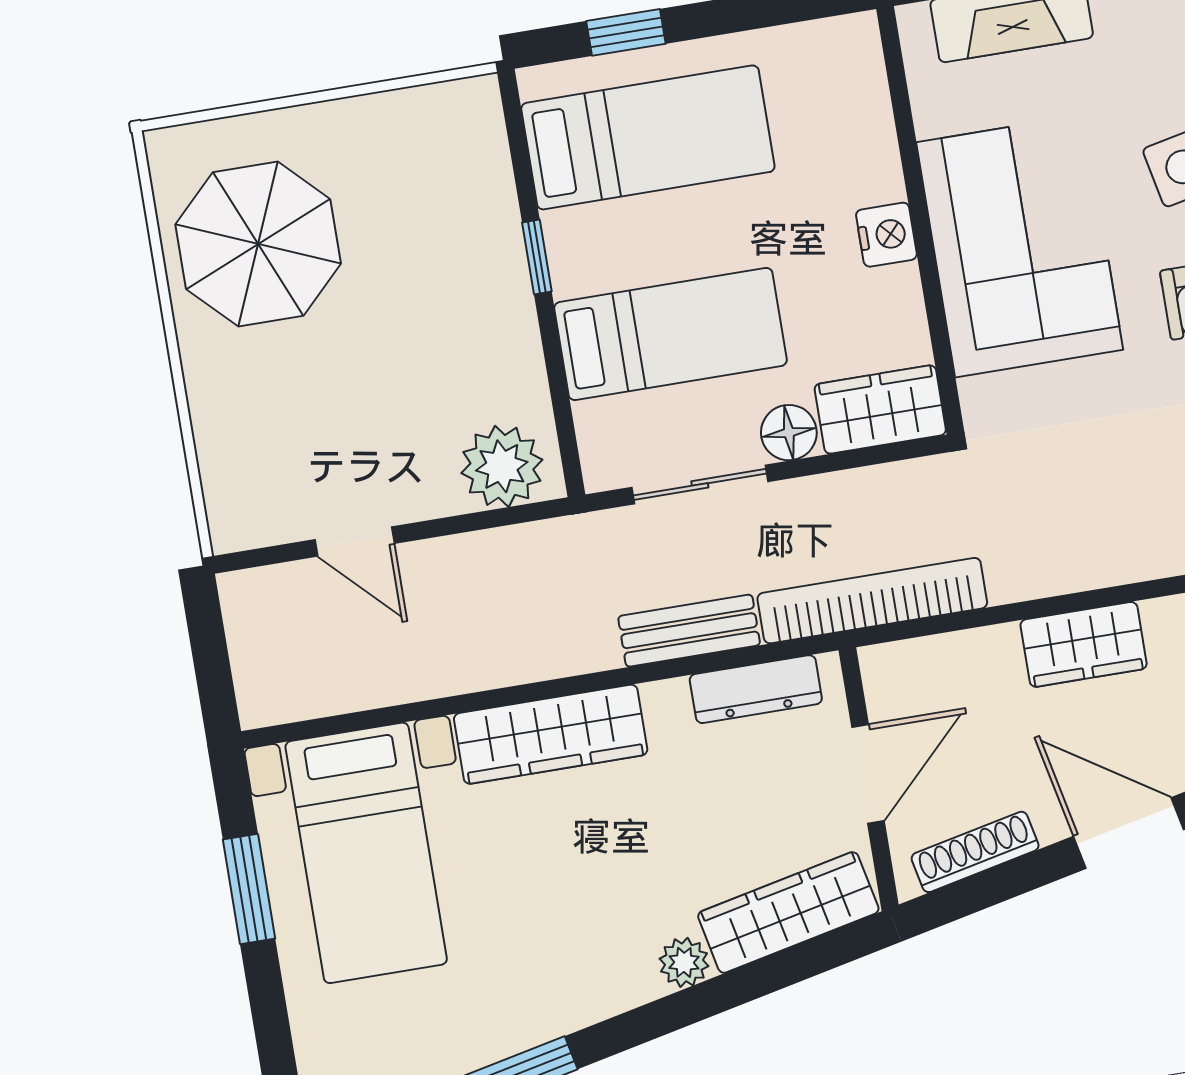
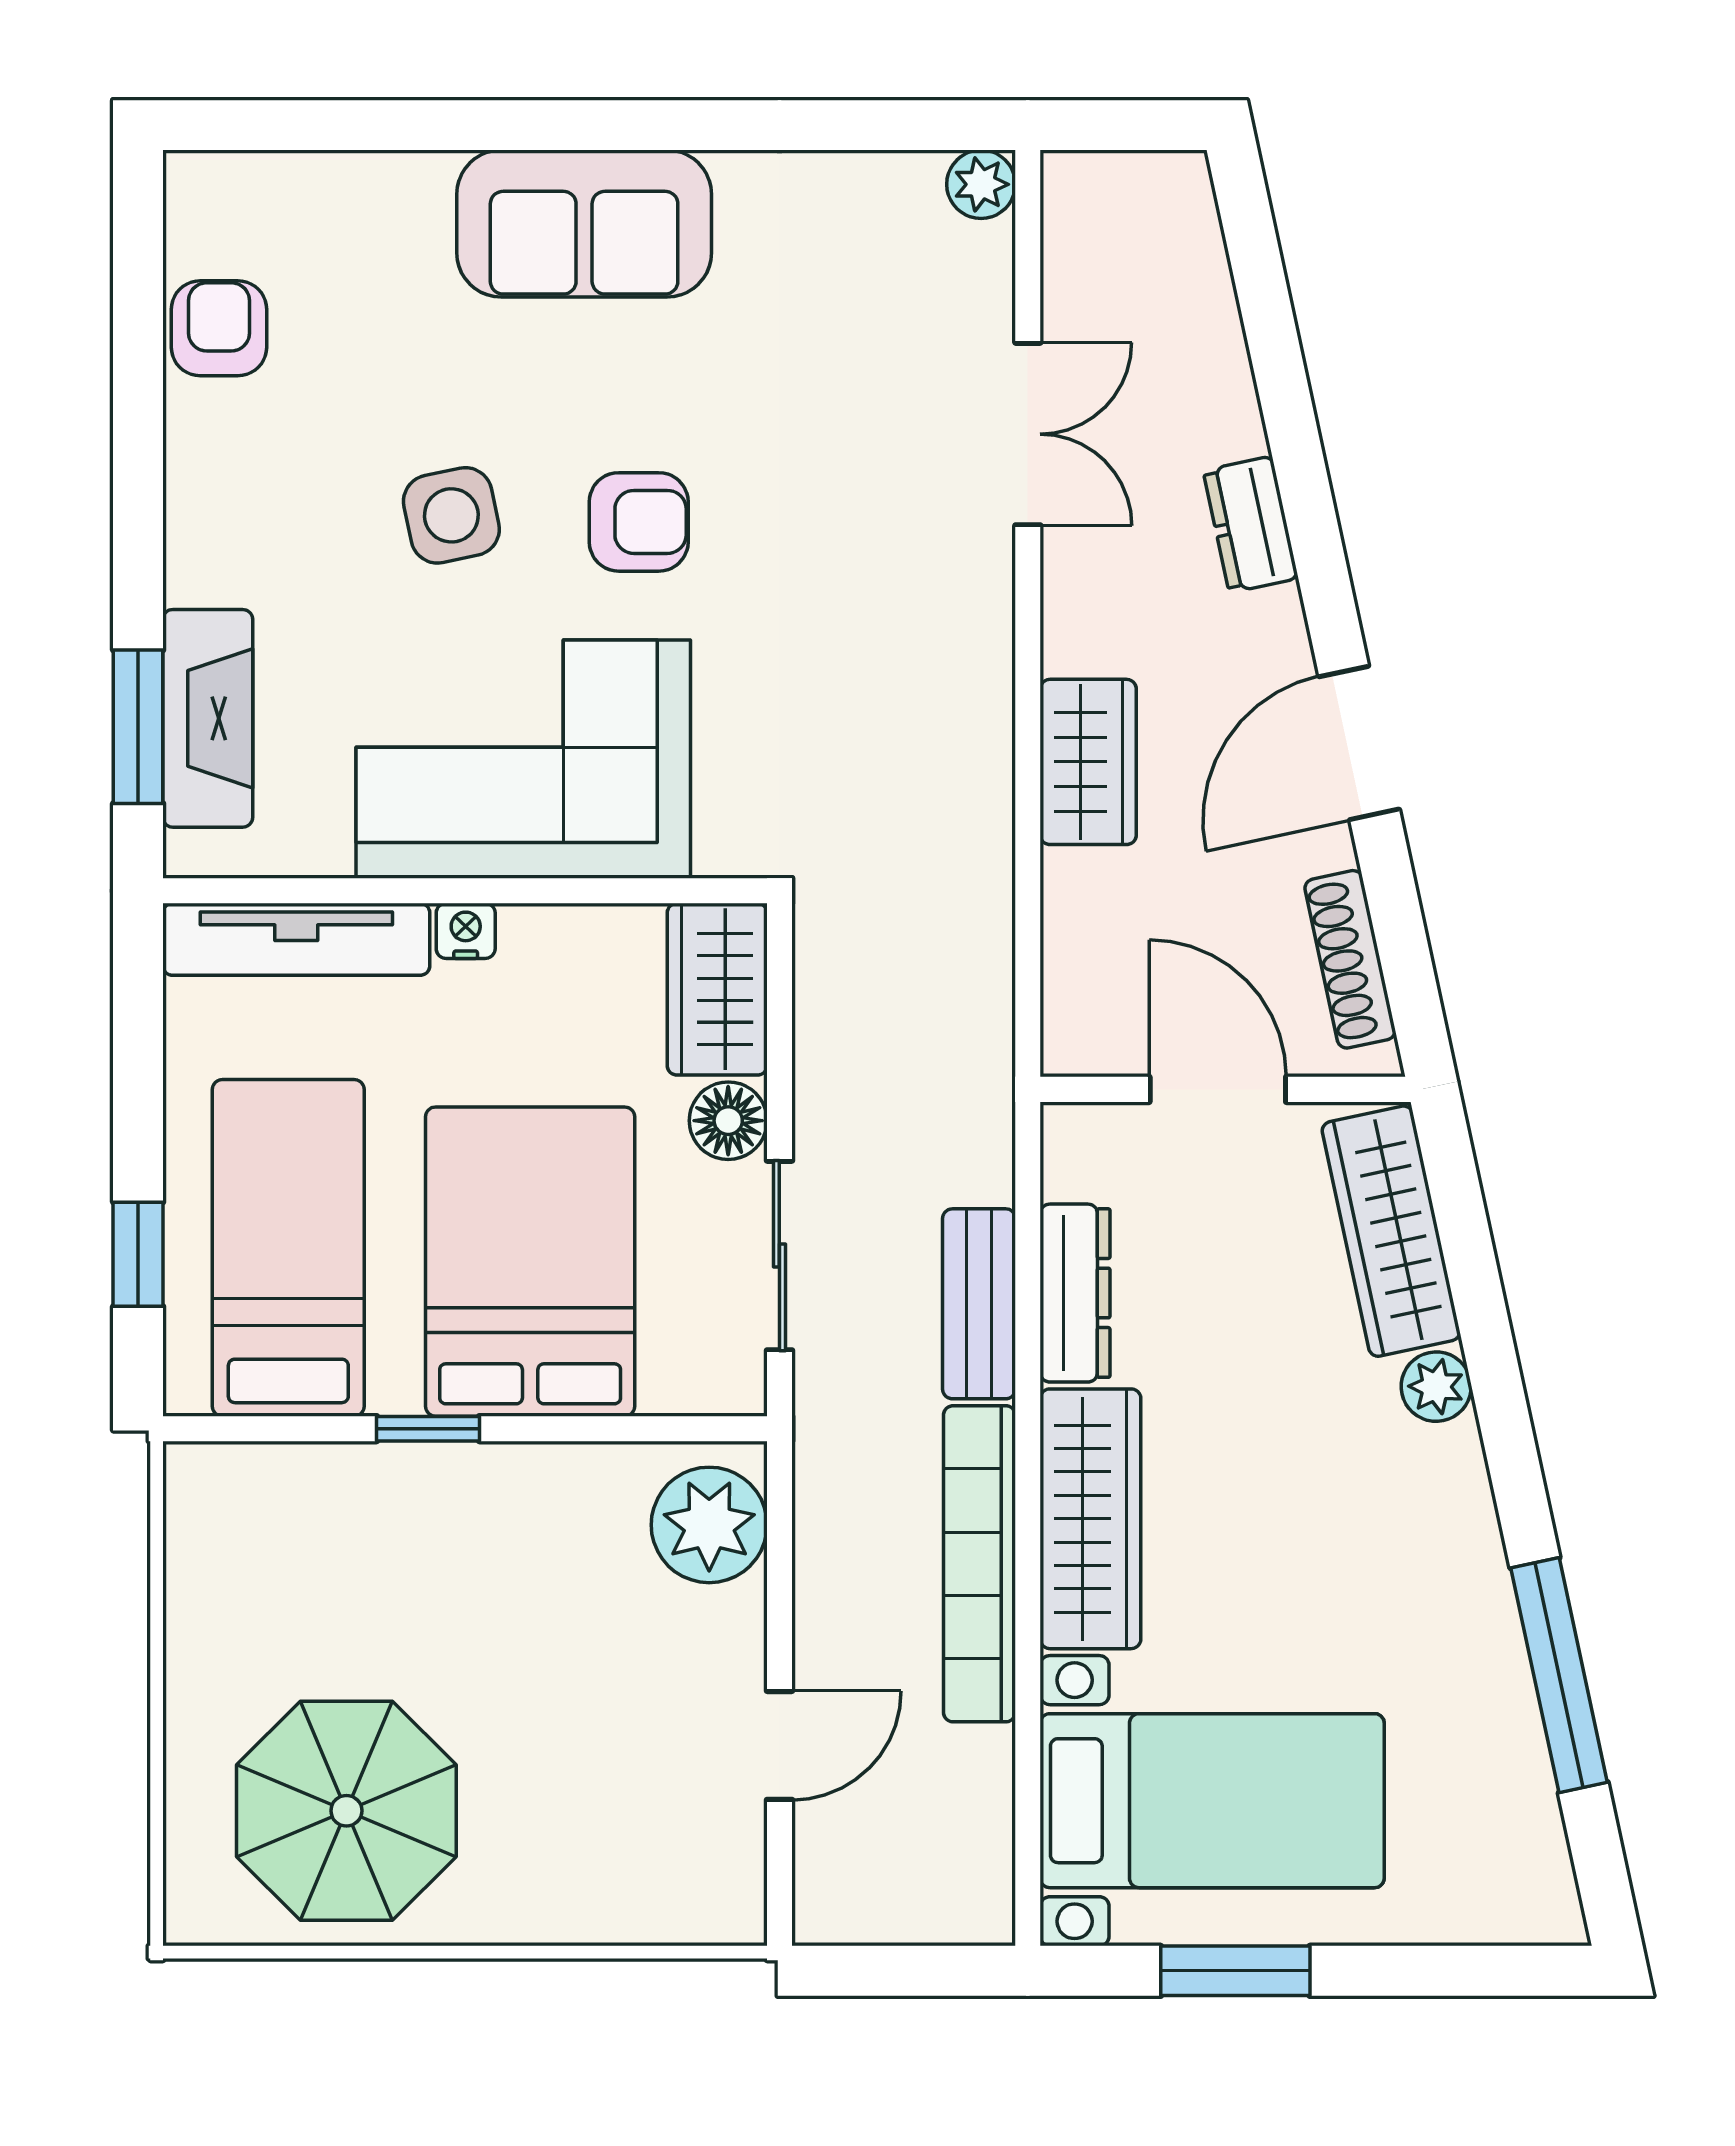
tv unit: (866, 107) -> (296, 939), added
nightstand: (886, 235) -> (466, 931), width x0.72, depth x0.74
bed: (671, 334) -> (530, 1262), width x1.50
bookcase: (872, 601) -> (979, 1564), moved
dresser: (756, 689) -> (1075, 1293), moved

